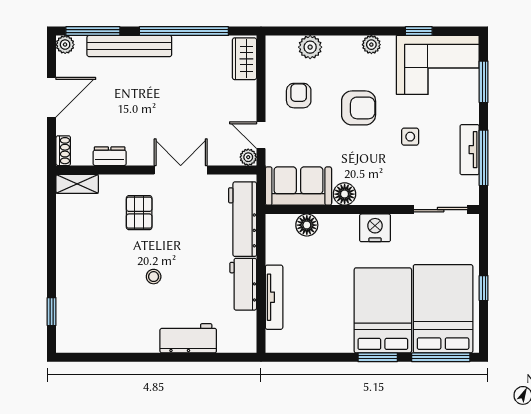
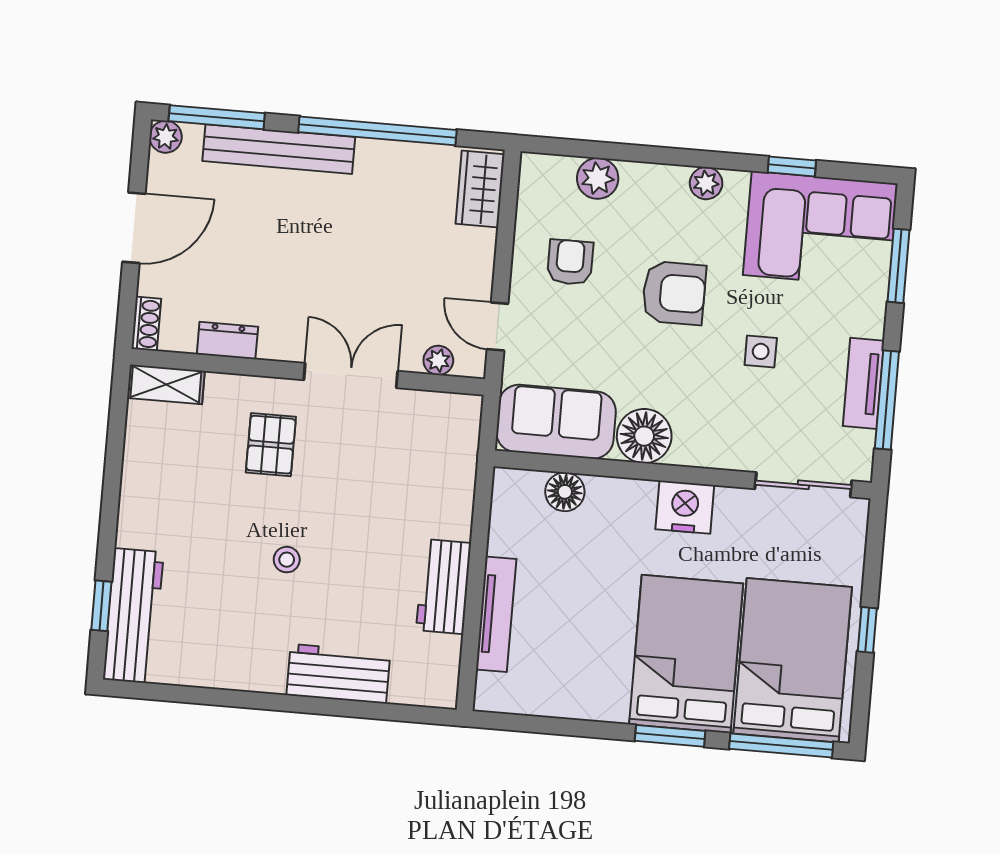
plant: (248, 157) -> (438, 360), moved
floor lamp: (345, 194) -> (644, 436), width x1.38, depth x1.38
workbench: (243, 219) -> (133, 616), moved, turned 180

